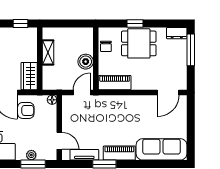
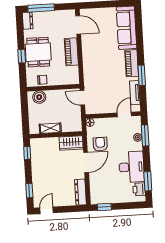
boiler: (86, 62) -> (39, 97), moved
piano: (115, 83) -> (71, 52), moved

